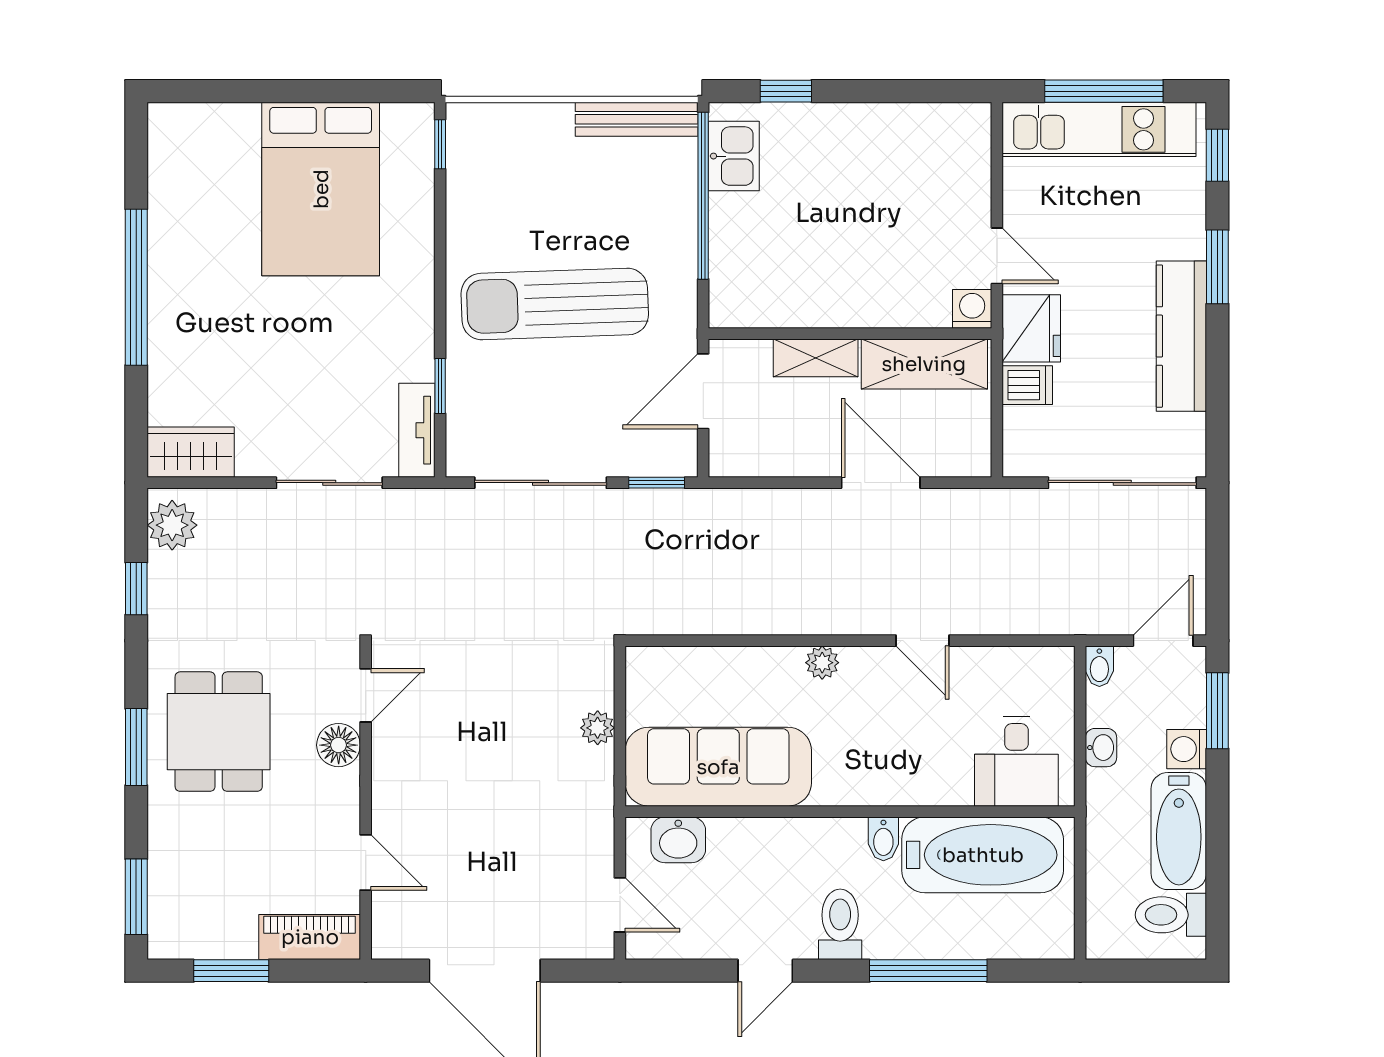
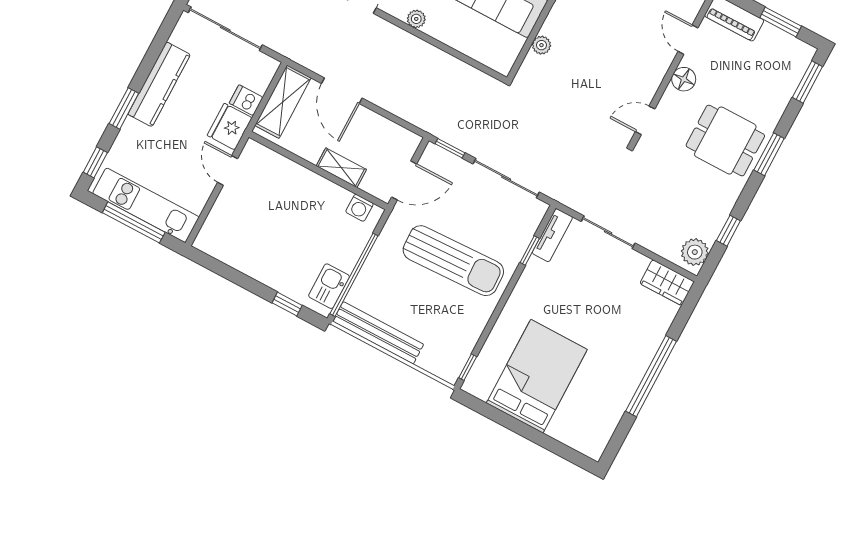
bench: (637, 119) -> (378, 333), width x1.37, depth x1.21
washing machine: (972, 309) -> (359, 208), moved
shelving: (924, 364) -> (283, 102), moved, turned 90
dining table: (219, 732) -> (725, 141), turned 90
floor lamp: (339, 745) -> (684, 79), moved

